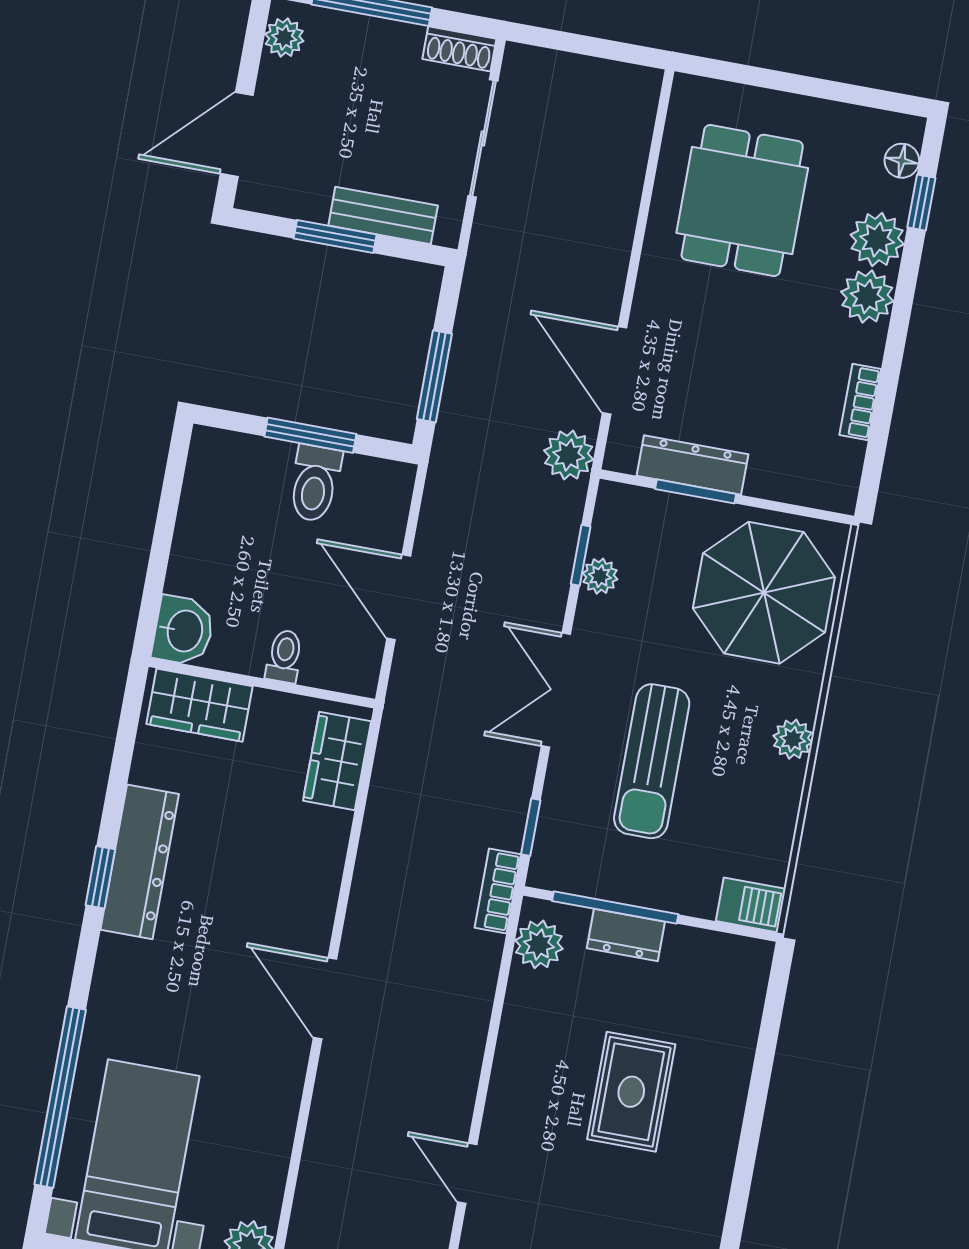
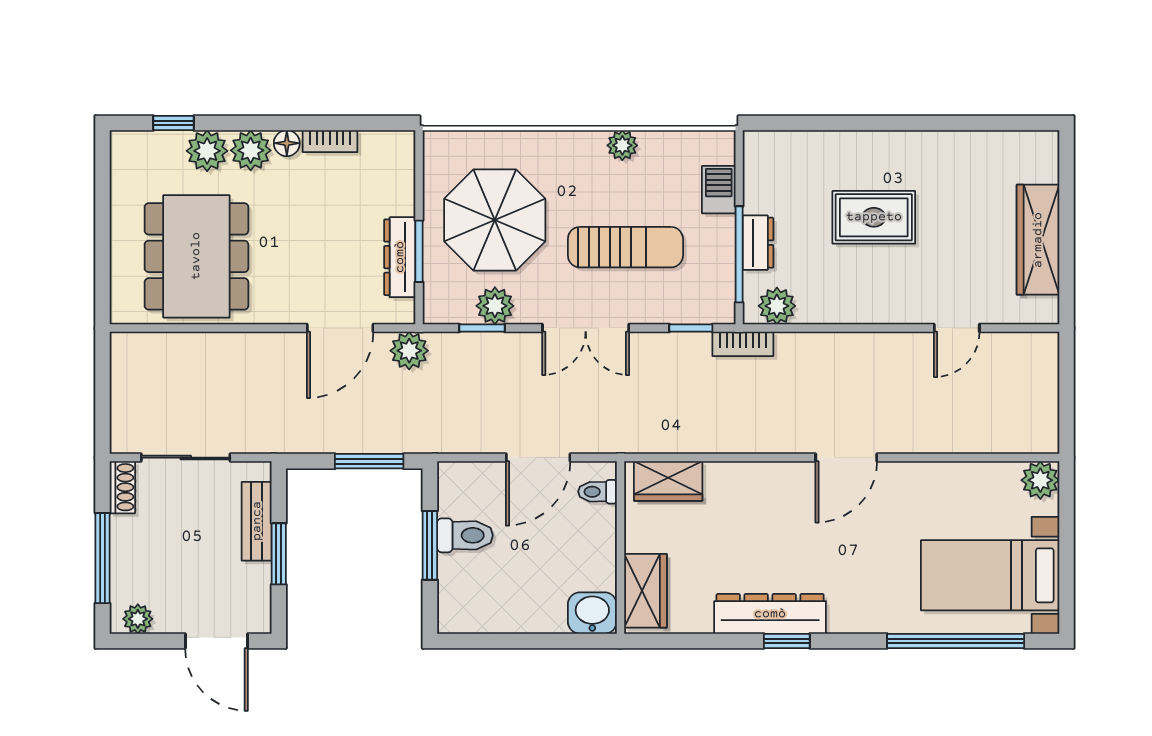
floor lamp: (902, 161) -> (287, 143), moved
dining table: (742, 201) -> (196, 256), width x1.38
plant: (600, 576) -> (495, 306), width x1.38, depth x1.38
parasol: (764, 593) -> (495, 220), moved
toilet: (284, 656) -> (598, 492), moved
plant: (793, 739) -> (622, 145), moved
barbecue: (751, 905) -> (719, 190), moved

